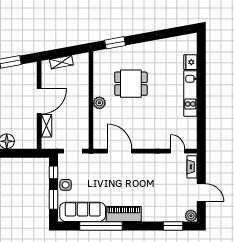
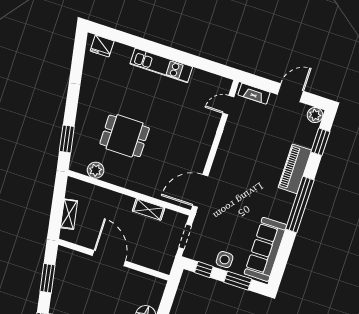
fridge: (190, 62) -> (102, 46), moved
dining table: (131, 84) -> (125, 136), turned 90
plant: (99, 103) -> (96, 170), moved
shelving: (46, 126) -> (149, 209), moved
door: (119, 151) -> (200, 191), moved
piano: (124, 214) -> (295, 169), moved
window: (101, 226) -> (300, 205), moved

